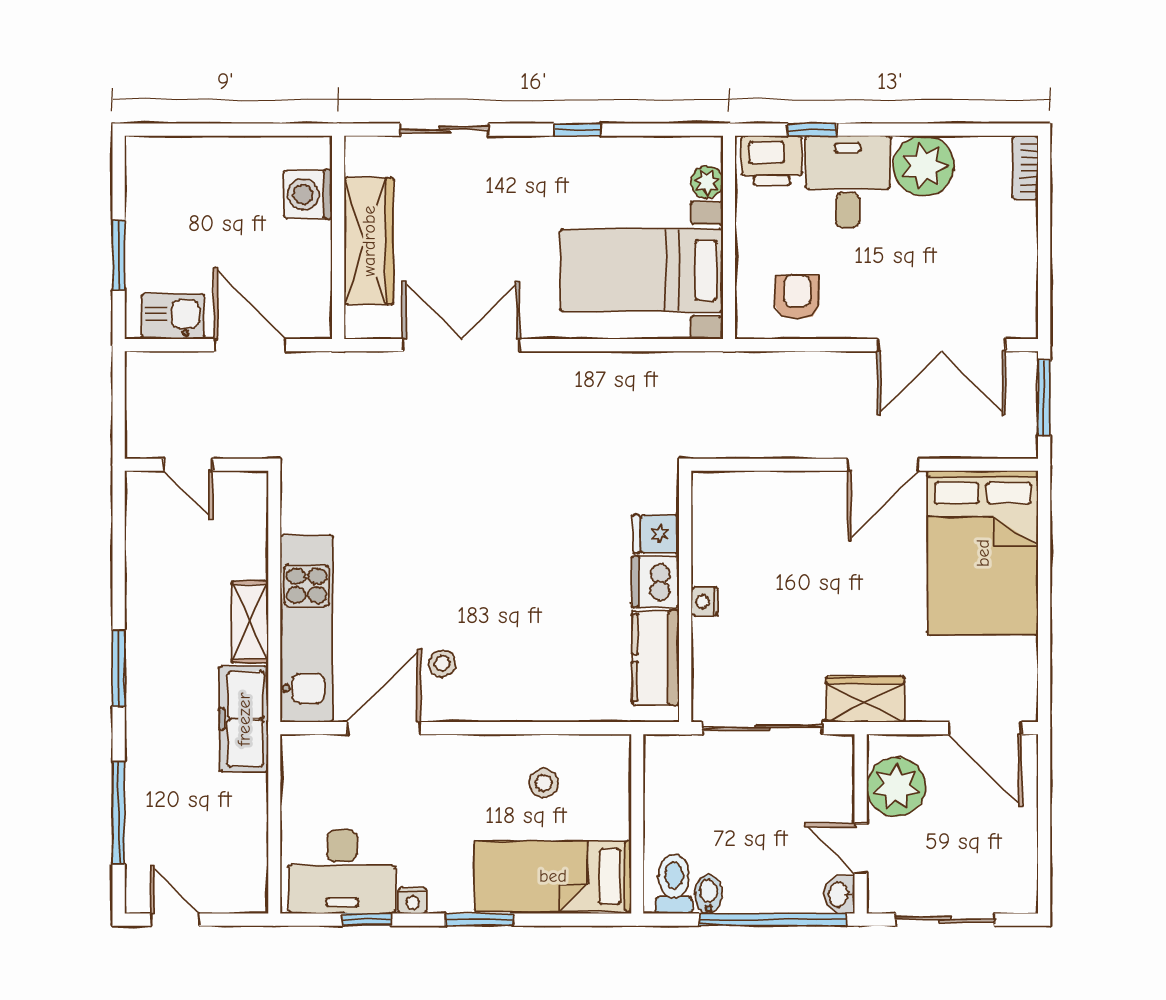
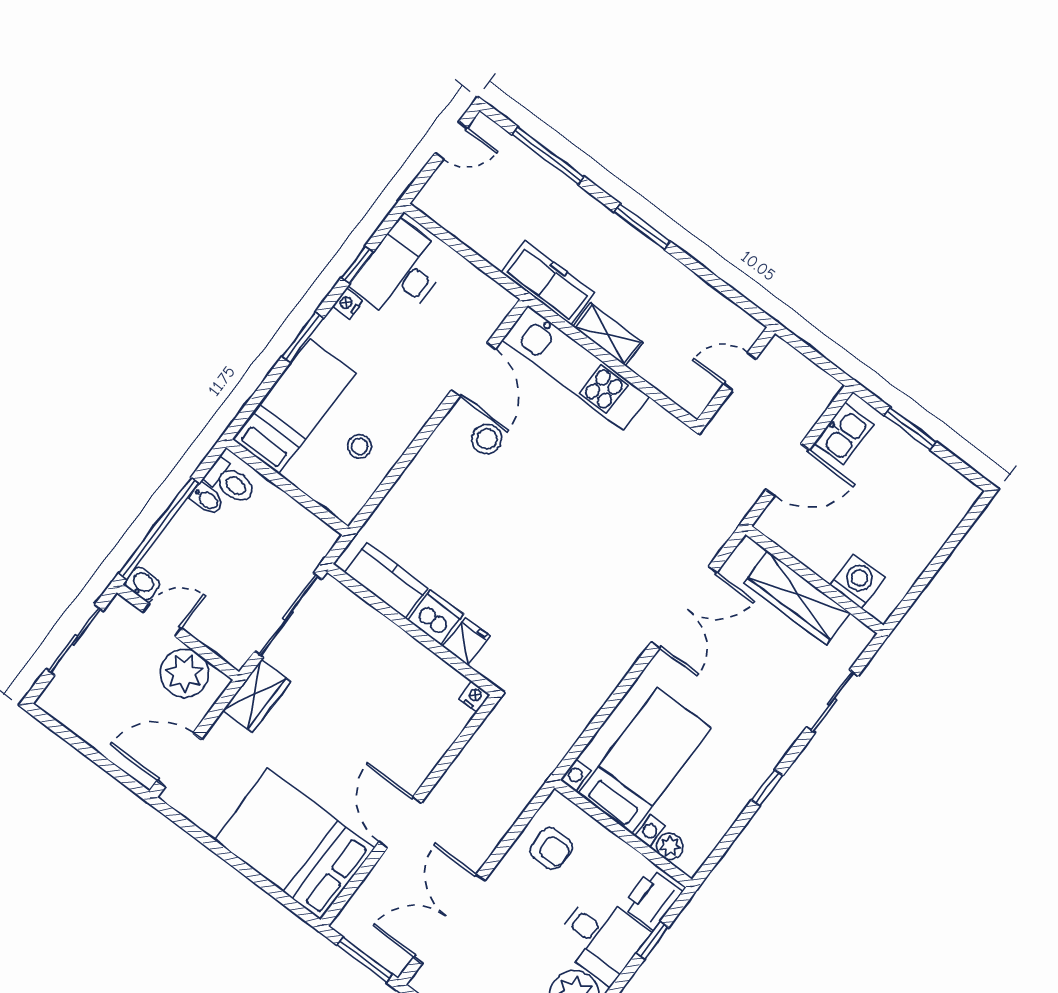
nightstand: (705, 601) -> (474, 697), moved
stool: (442, 663) -> (487, 439), width x1.37, depth x1.37

